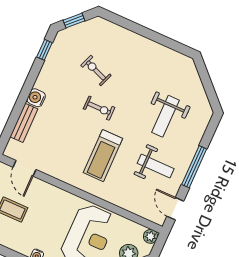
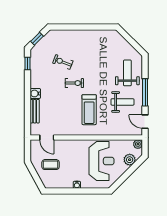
weight bench: (166, 116) -> (127, 73), moved, turned 180

